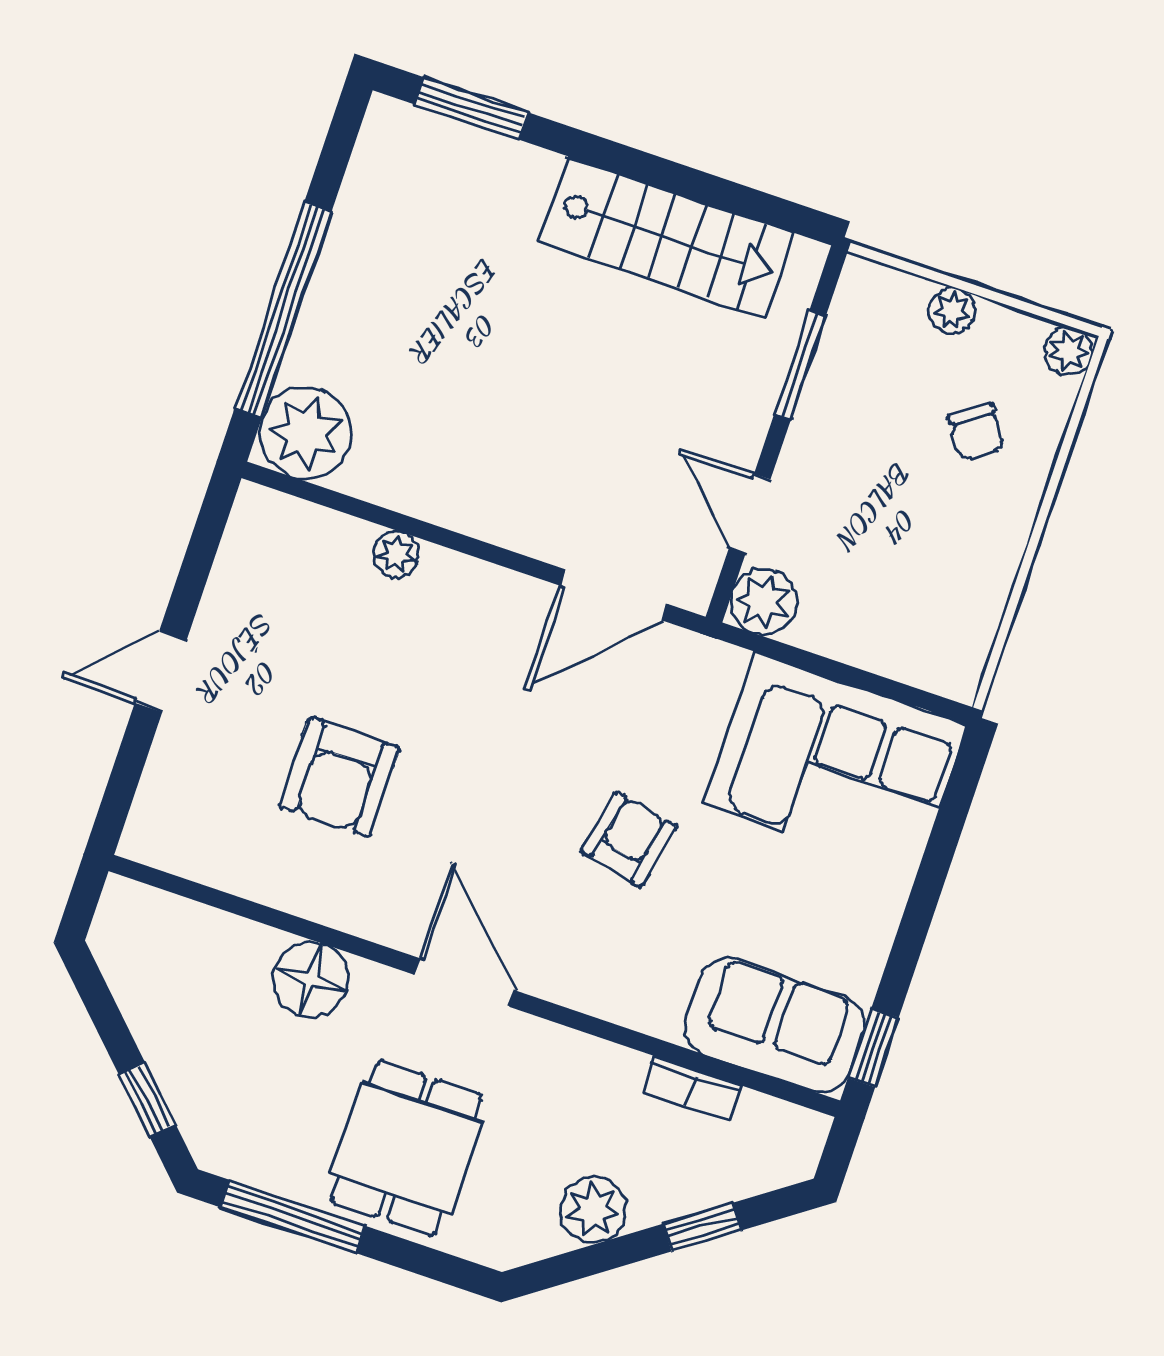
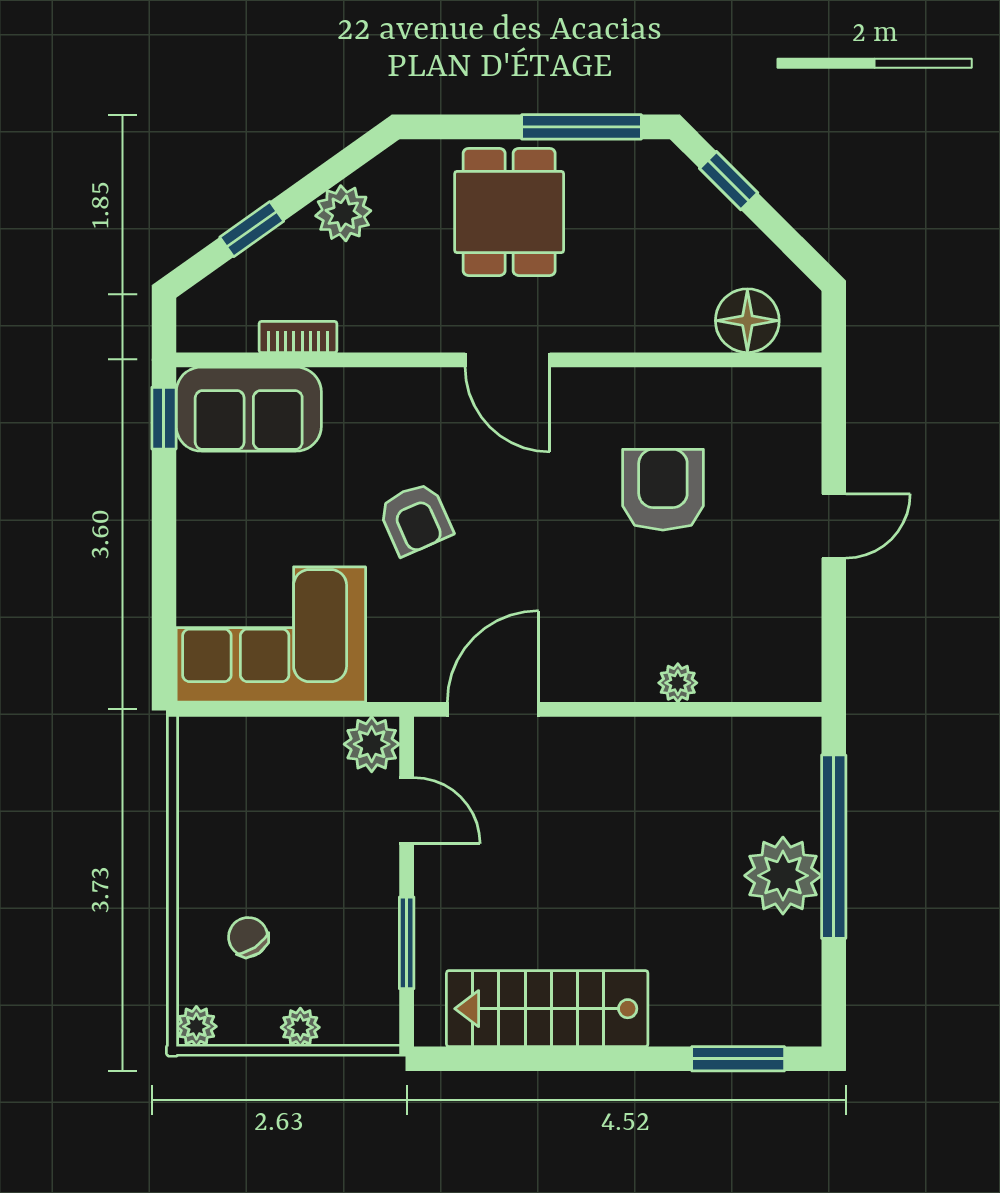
plant: (305, 433) -> (783, 876), moved
armchair: (629, 839) -> (415, 519), turned -36
floor lamp: (311, 980) -> (747, 321), moved

